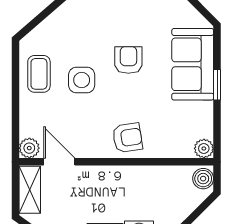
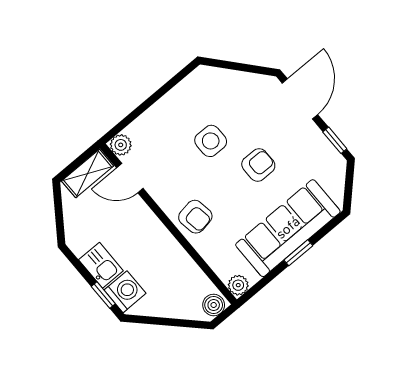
sofa: (193, 64) -> (288, 228), width x1.36
coffee table: (39, 74) -> (187, 103), removed
door: (59, 162) -> (130, 178), swing flipped

